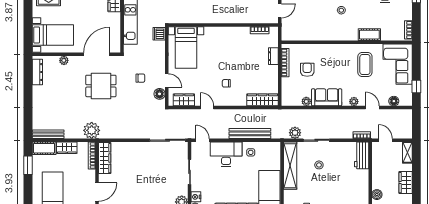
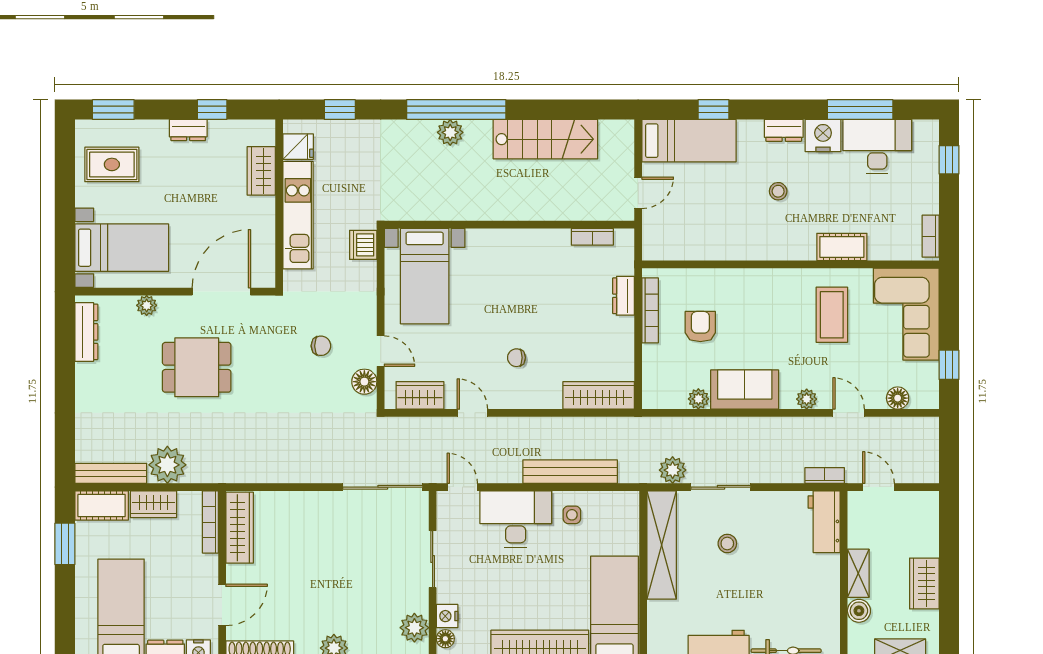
dining table: (101, 86) -> (197, 367), moved
plant: (92, 130) -> (167, 465), moved
shelving: (407, 152) -> (858, 573), moved

